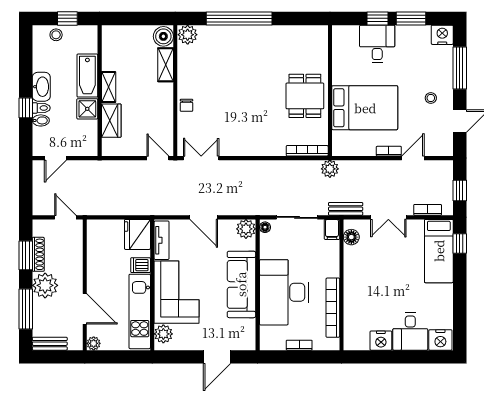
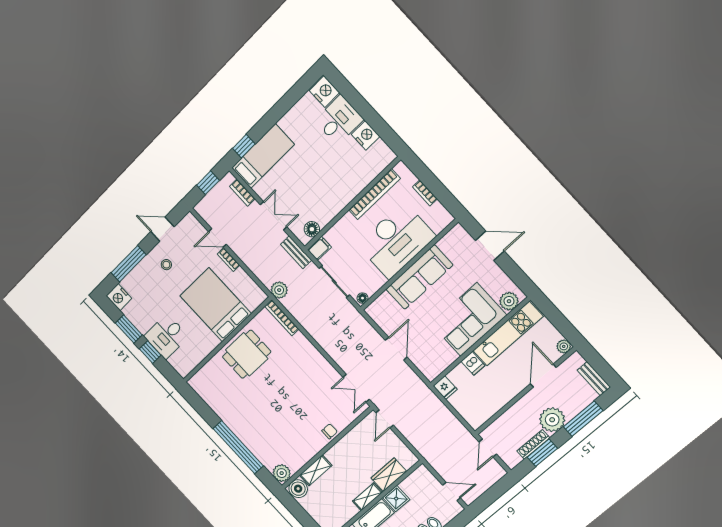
plant: (246, 229) -> (376, 311), removed
fridge: (137, 234) -> (445, 388), width x0.53, depth x0.75
tv unit: (162, 240) -> (441, 364), removed

